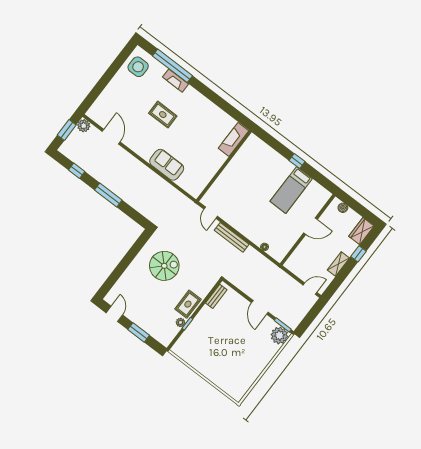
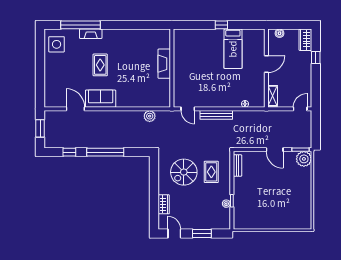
rug: (163, 115) -> (100, 65), turned 90
plant: (84, 126) -> (150, 116), moved
fireplace: (233, 140) -> (164, 64), moved
sofa: (167, 165) -> (101, 99), moved
window: (108, 195) -> (105, 152), width x1.46
shelving: (338, 264) -> (273, 96), moved
spiral stairs: (164, 266) -> (184, 172), turned 180
wardrobe: (125, 281) -> (164, 204), added
rug: (188, 304) -> (211, 172), moved

